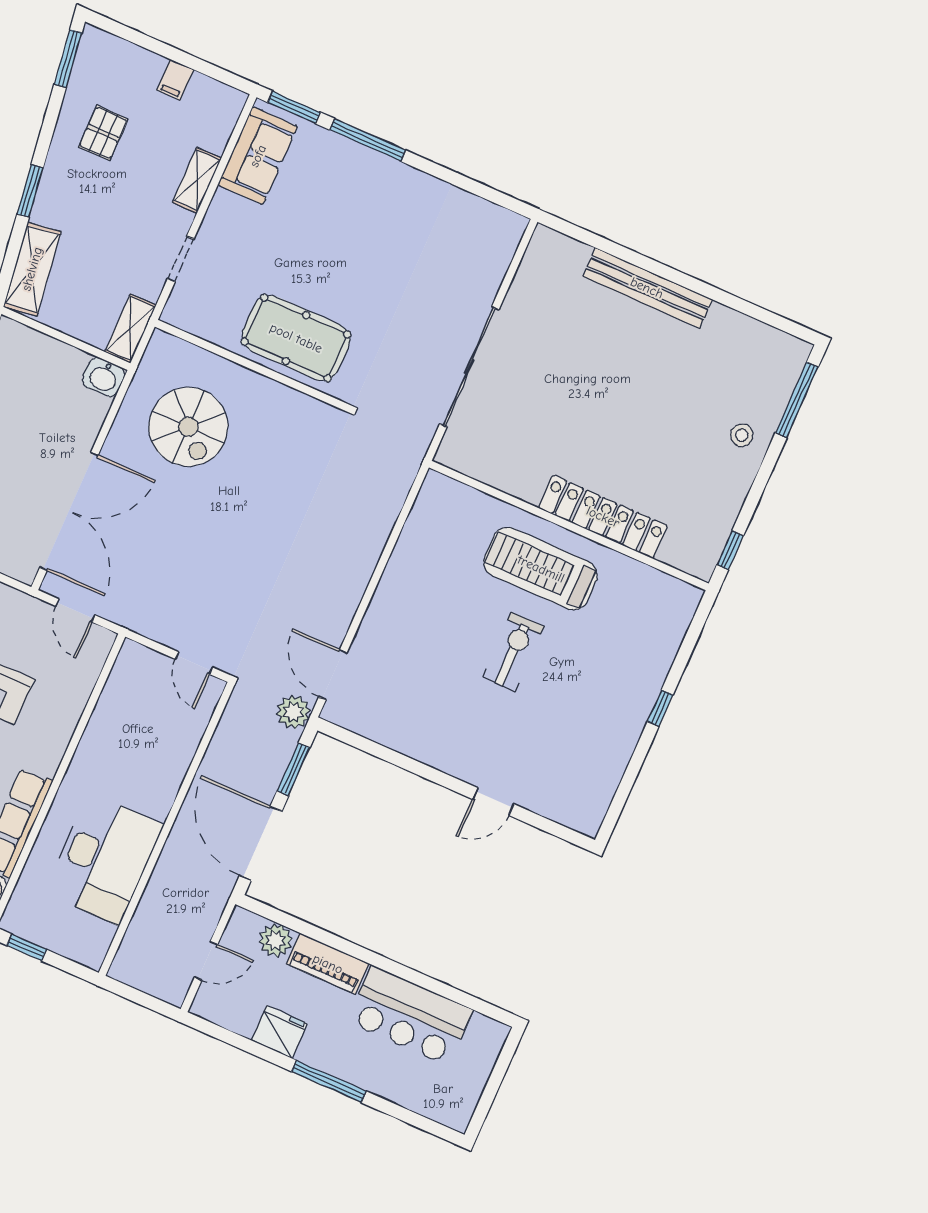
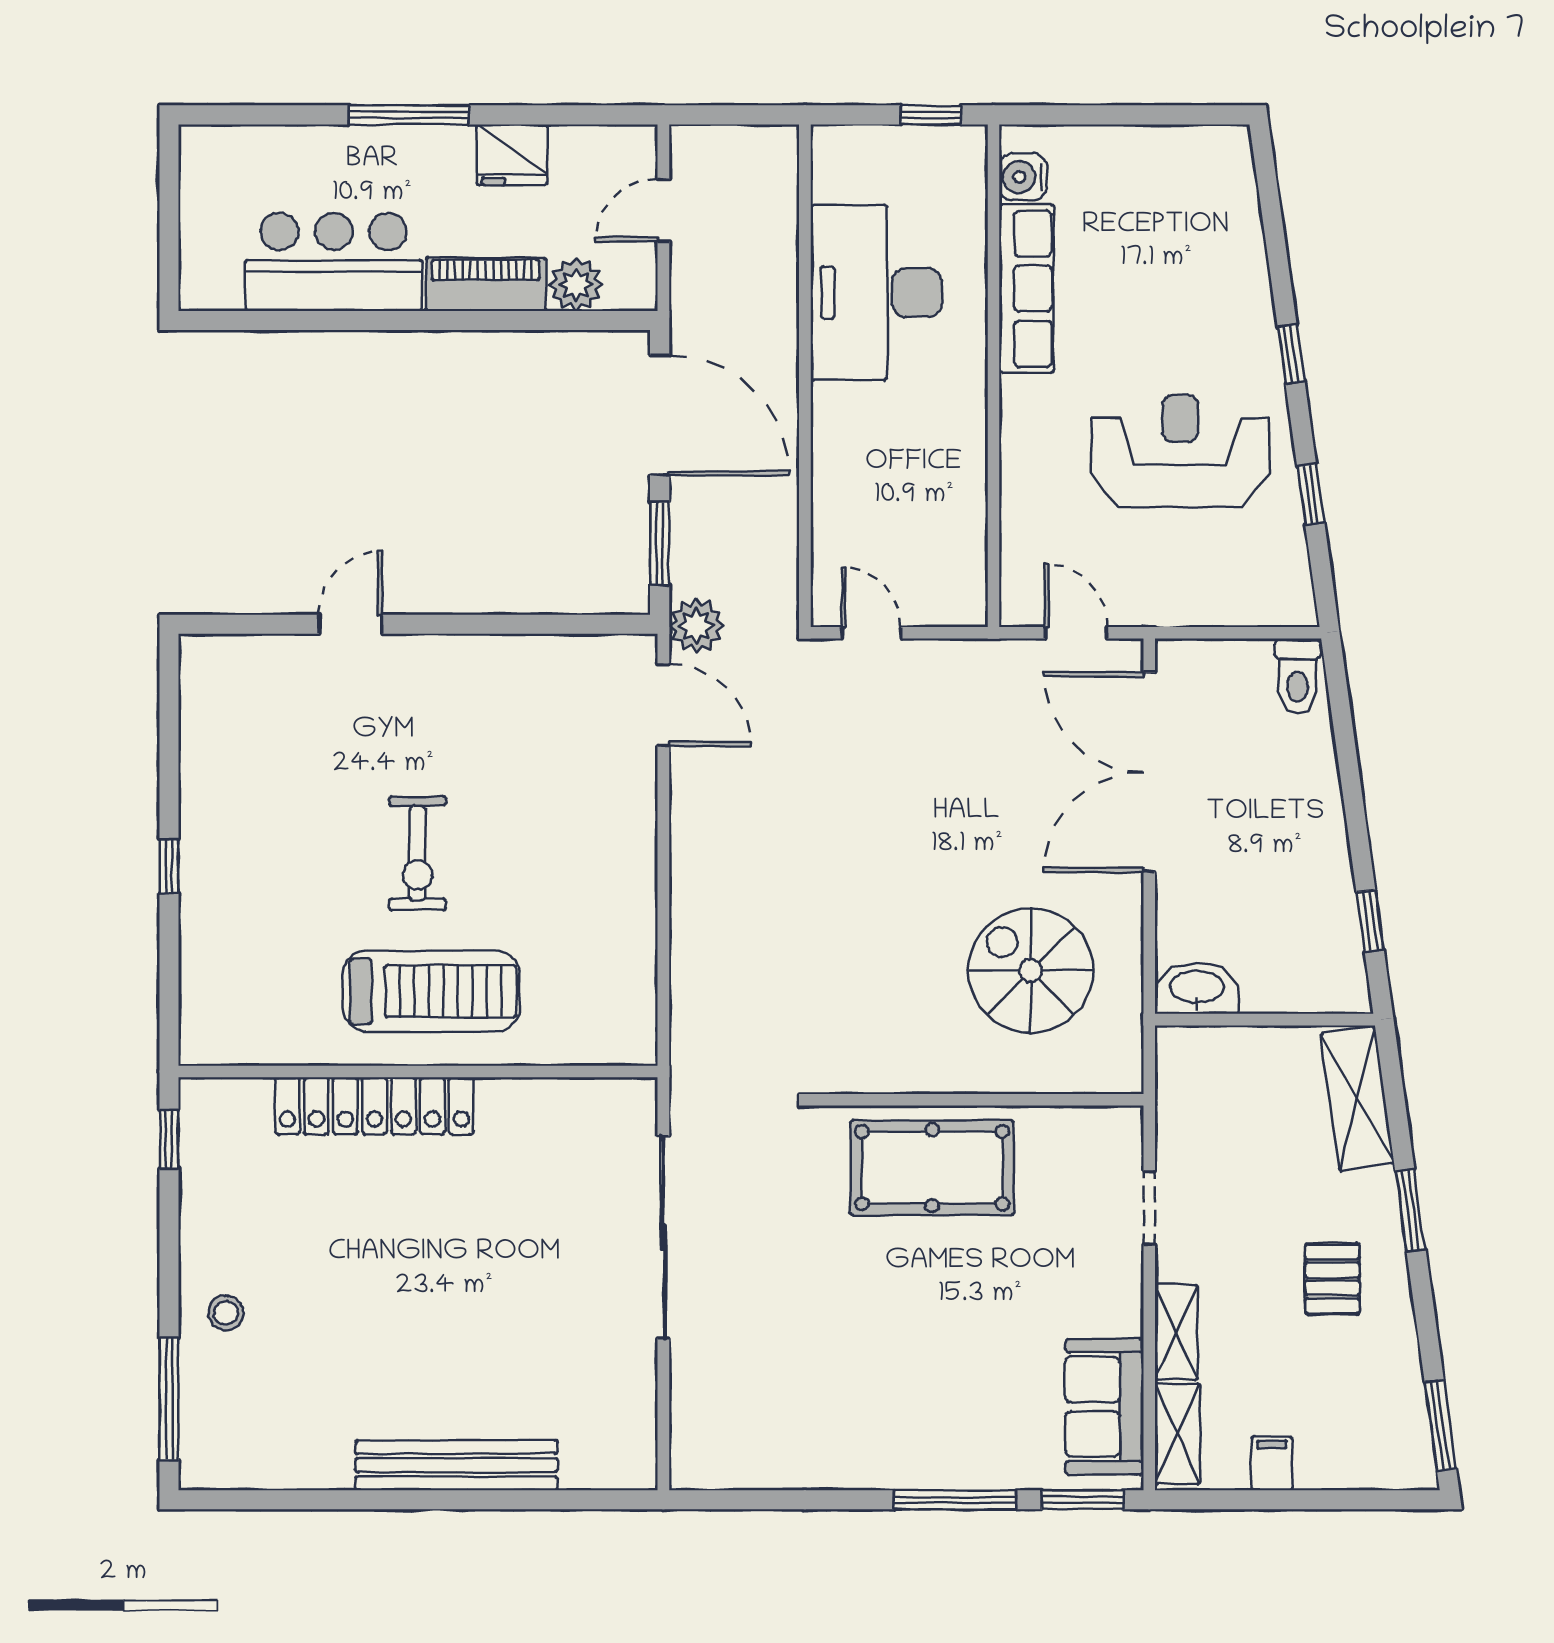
pallet: (103, 133) -> (1332, 1279), moved
shelving: (130, 329) -> (1177, 1434), moved
washbasin: (104, 377) -> (1197, 988), width x1.38

